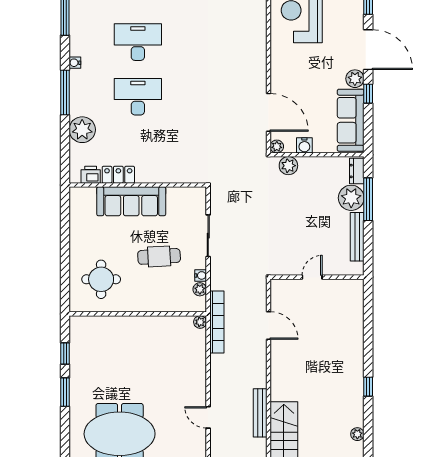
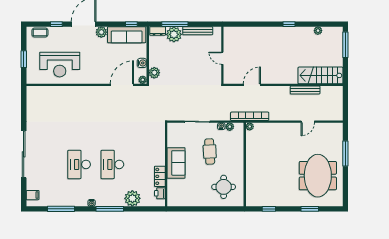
window: (368, 94) -> (131, 24), moved
sofa: (131, 201) -> (176, 163), width x0.73
window: (65, 392) -> (310, 209), moved

